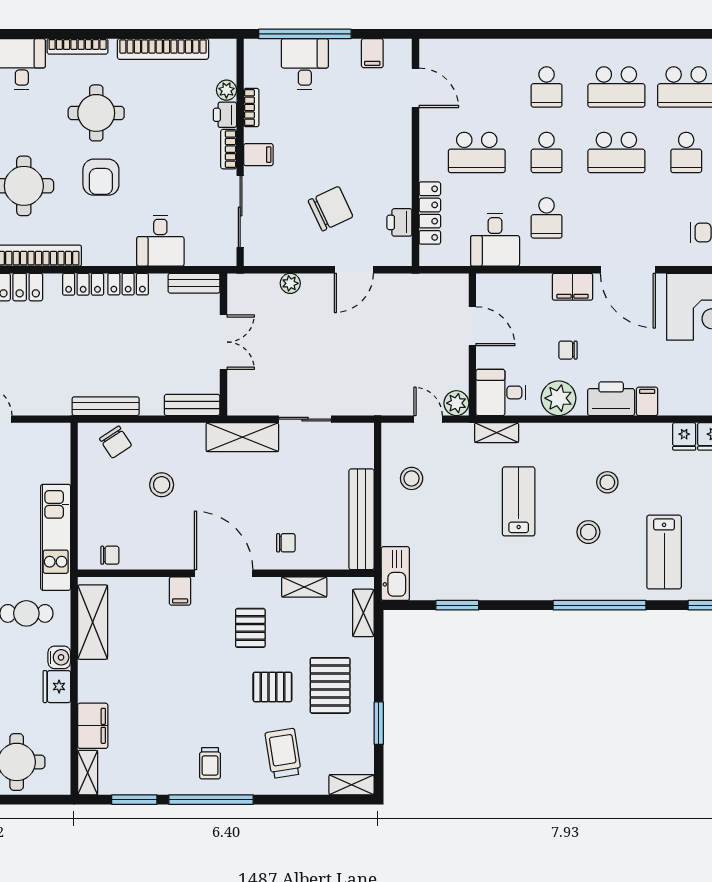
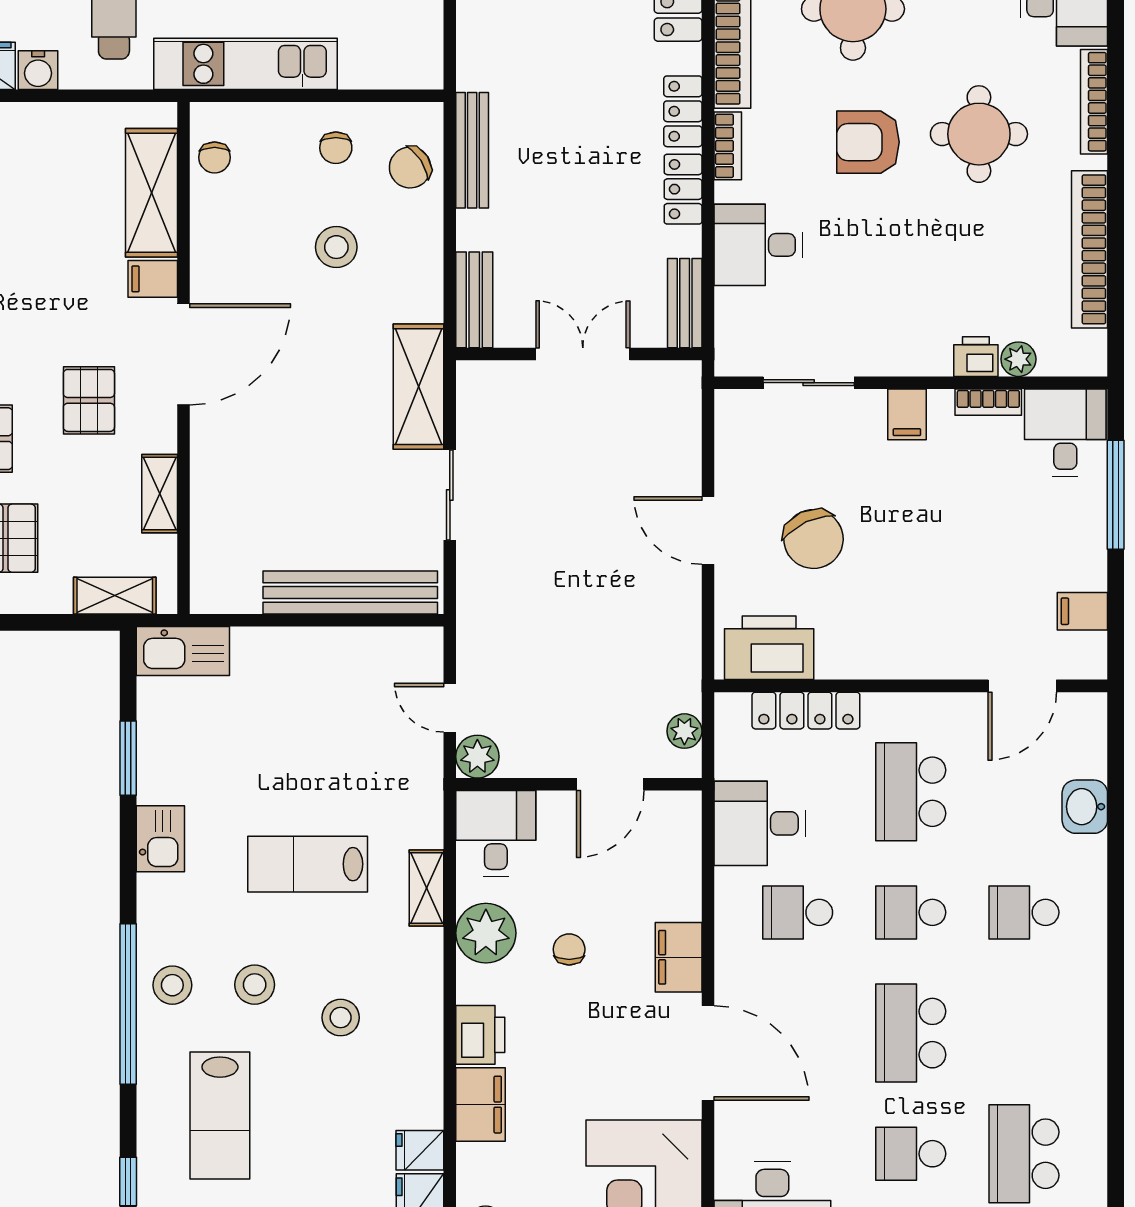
window: (305, 34) -> (1116, 495), width x0.68
washbasin: (485, 52) -> (1085, 807), added
desk: (305, 64) -> (1065, 433), moved, turned -90
school desk: (616, 87) -> (1024, 1033), removed
bookcase: (229, 149) -> (728, 146), moved, turned 90
sliding door: (240, 211) -> (809, 383), width x0.73
printer: (399, 222) -> (769, 648), width x1.87, depth x1.48
door: (354, 270) -> (708, 531), moved
door: (628, 270) -> (708, 1053), swing flipped
plant: (290, 283) -> (684, 731), moved
double door: (223, 342) -> (583, 354), swing flipped
printer: (611, 399) -> (480, 1035), width x0.73, depth x0.84
filing cabinet: (647, 401) -> (480, 1105), width x2.00
door: (428, 419) -> (450, 708), swing flipped
shelving: (497, 433) -> (426, 888), moved
stool: (412, 478) -> (172, 985), moved
lab bench: (519, 501) -> (308, 864), turned 180
bench: (361, 519) -> (350, 593), moved
chair: (286, 543) -> (336, 148), moved
lab bench: (664, 552) -> (220, 1115), turned -90
kitchen sink: (504, 587) -> (160, 839), added
shelving: (93, 622) -> (152, 193), moved, turned 90
pallet: (250, 628) -> (89, 400), turned 90

